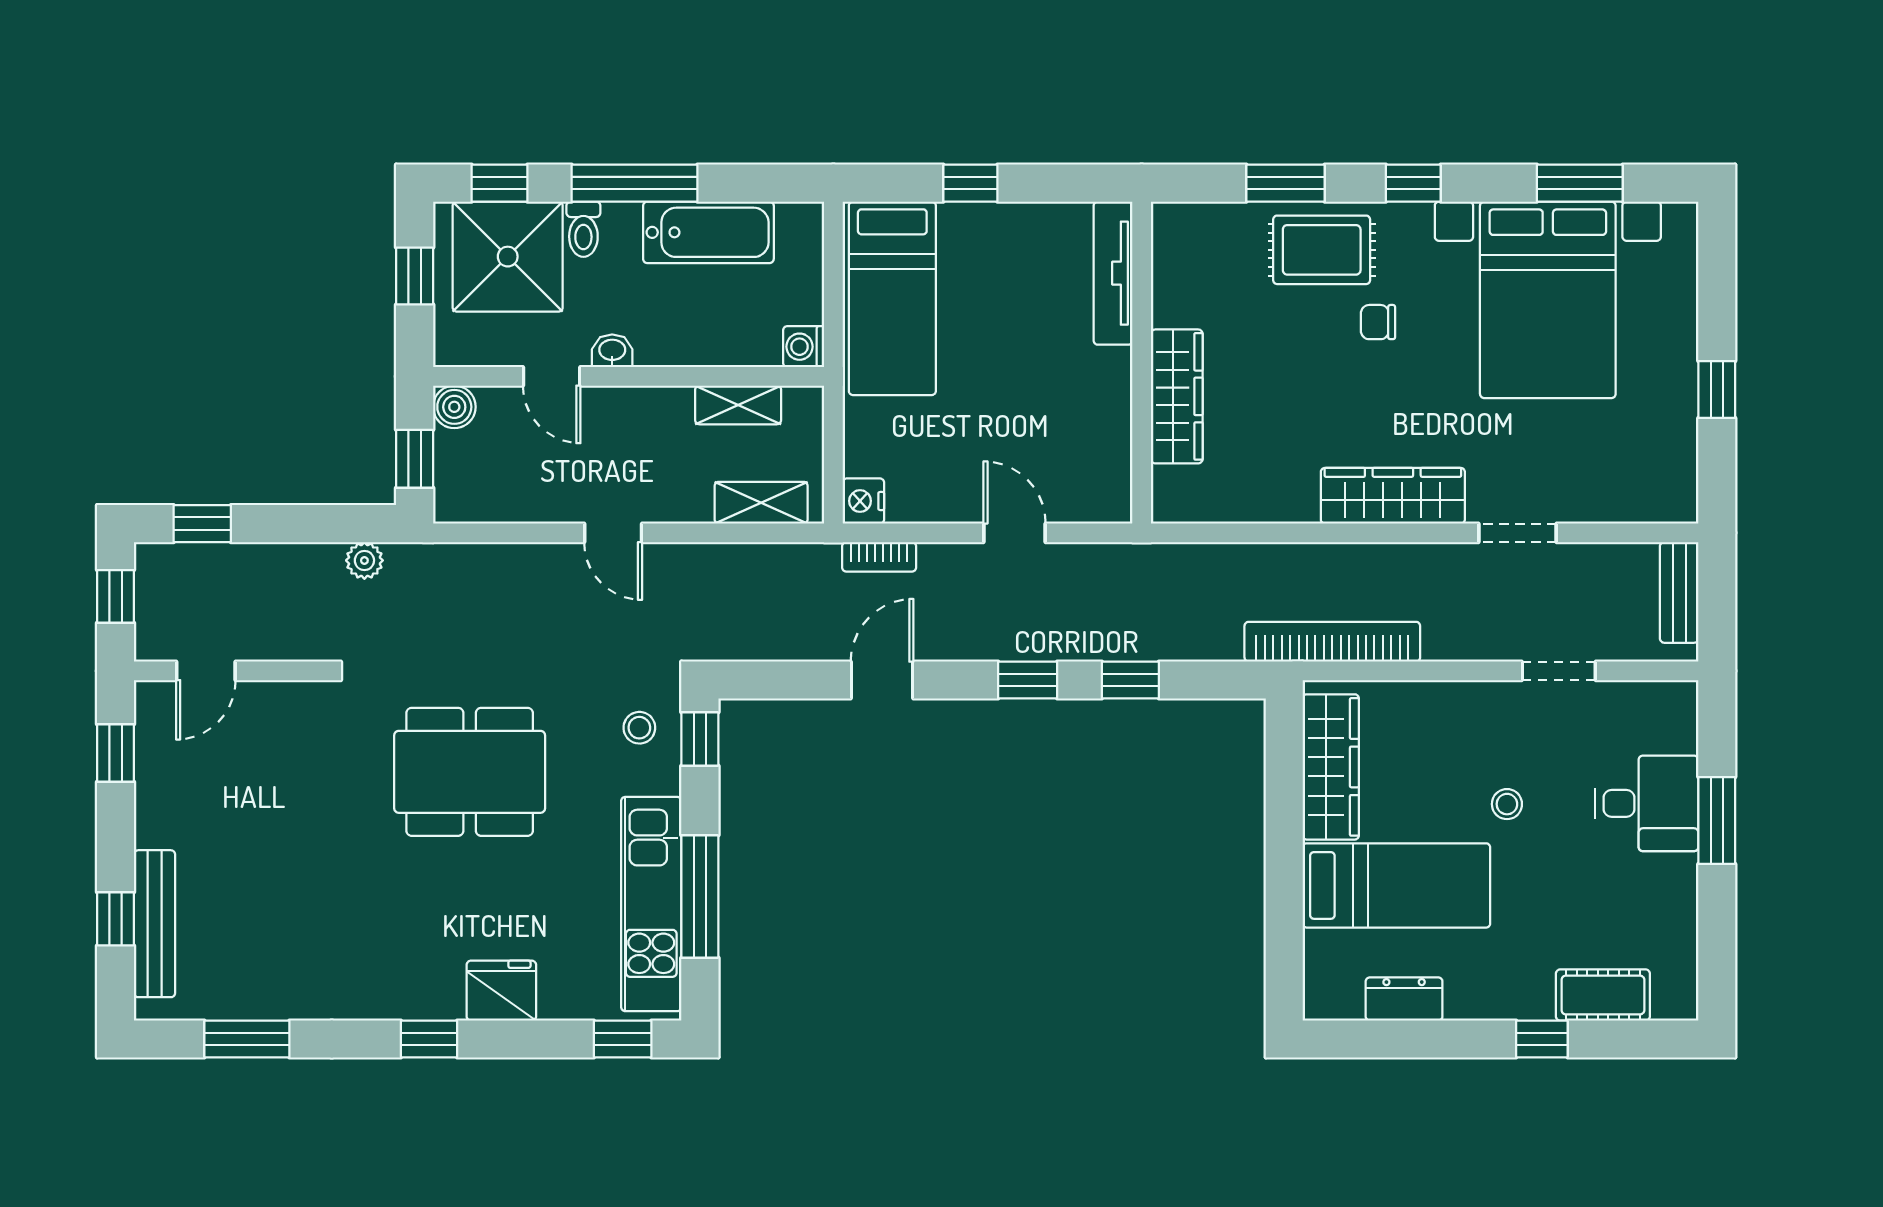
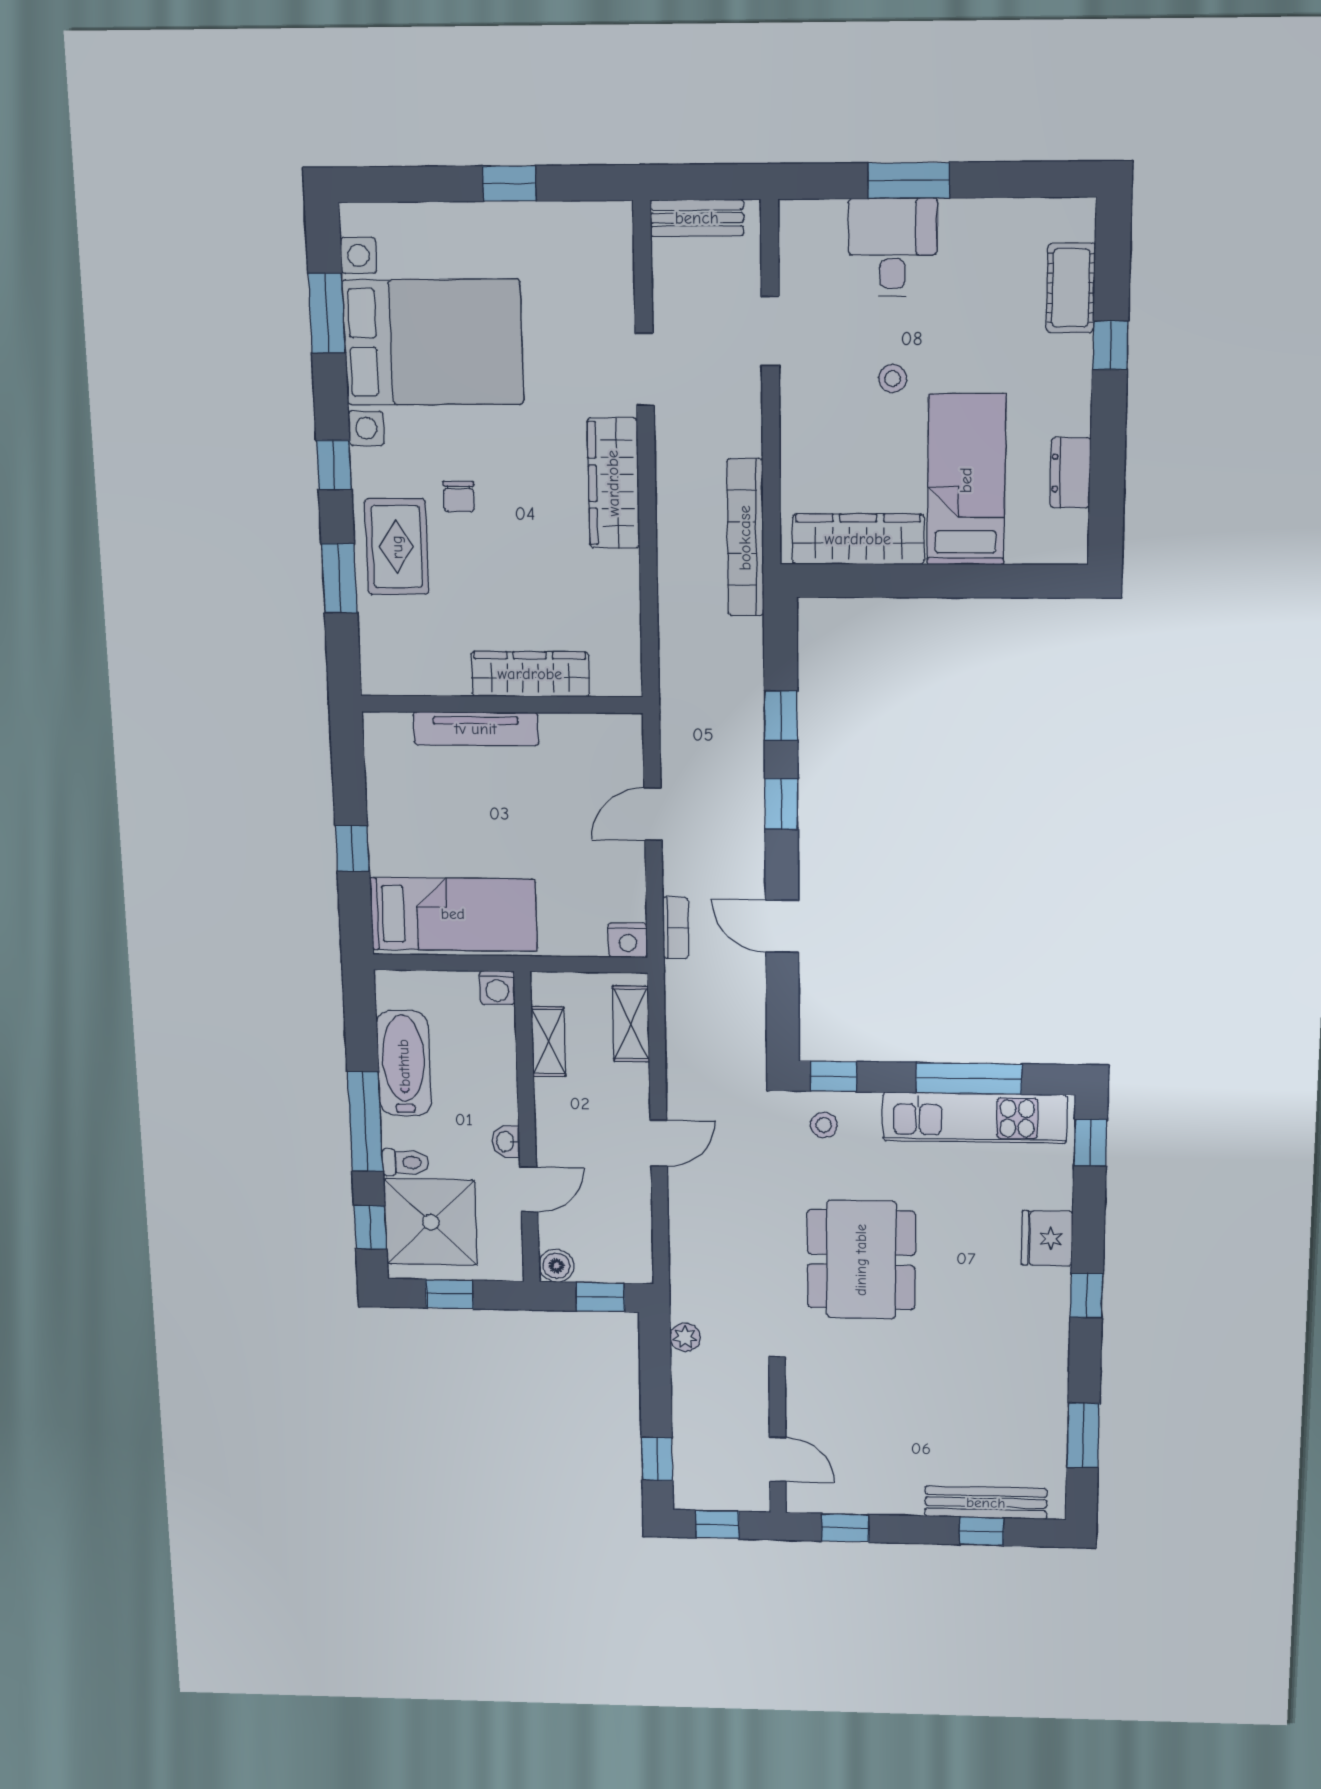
tv unit: (1113, 273) -> (476, 729), moved

